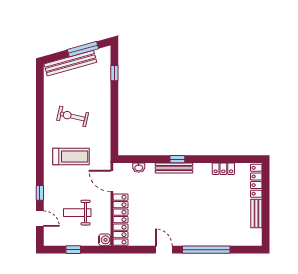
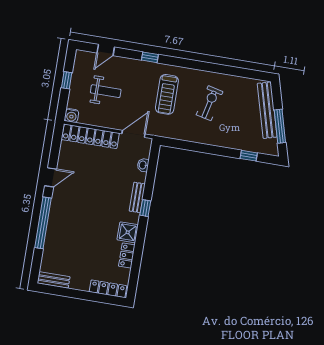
bench: (174, 168) -> (137, 197), width x0.73
shower: (202, 171) -> (128, 232), added
window: (40, 193) -> (150, 57), moved
weight bench: (77, 213) -> (106, 91), turned 90
bench: (256, 213) -> (54, 280), moved

